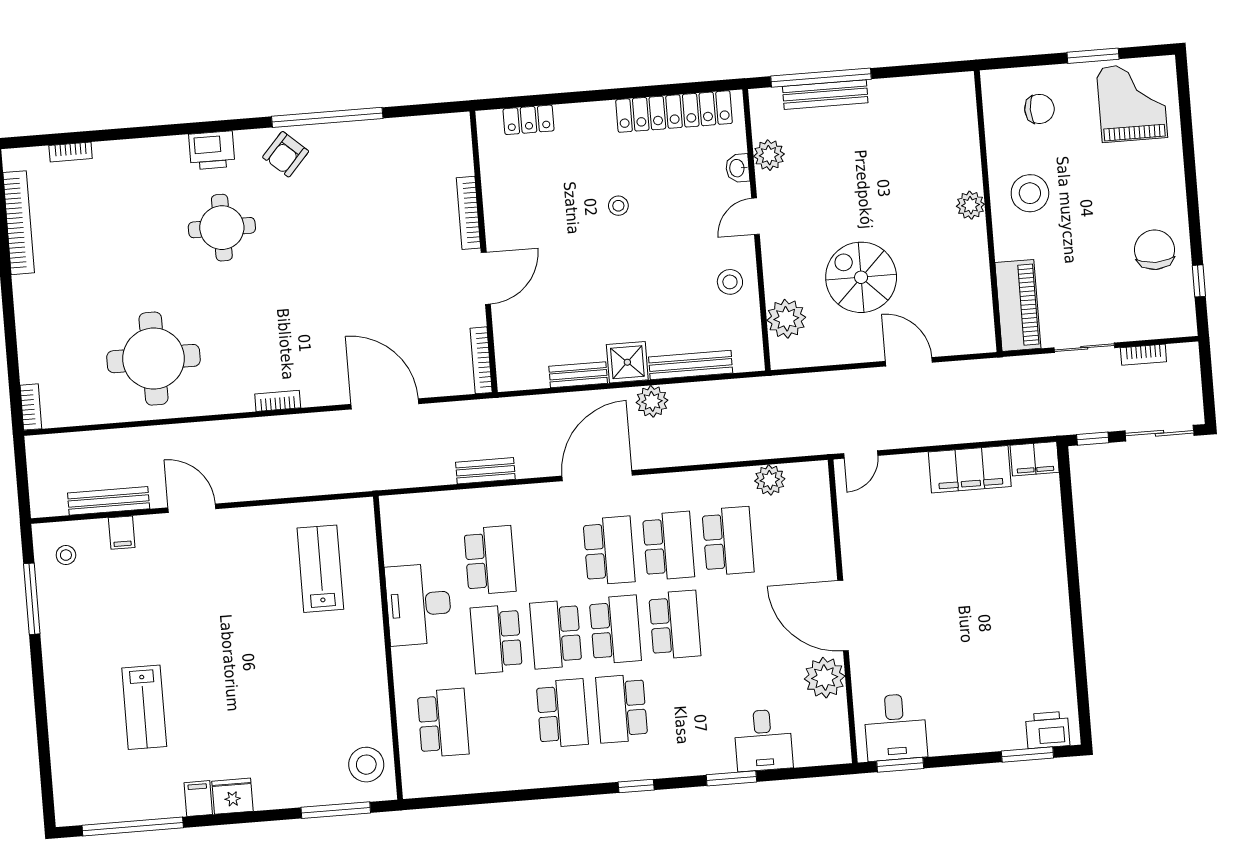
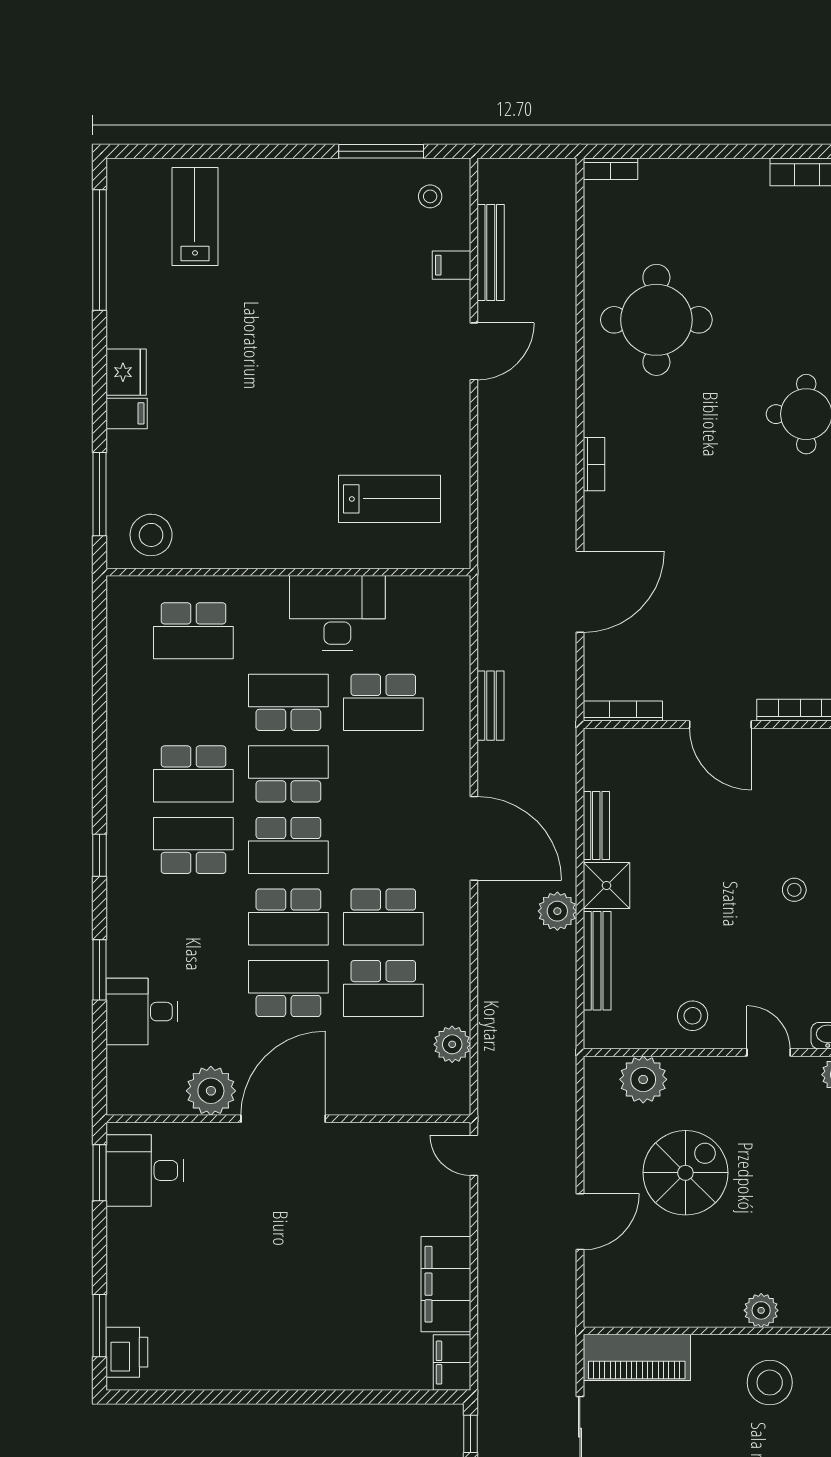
school desk: (609, 551) -> (288, 989), moved, turned 180
lab bench: (144, 707) -> (195, 217), moved, turned 90
filing cabinet: (198, 799) -> (127, 413), moved

